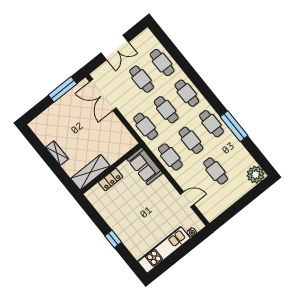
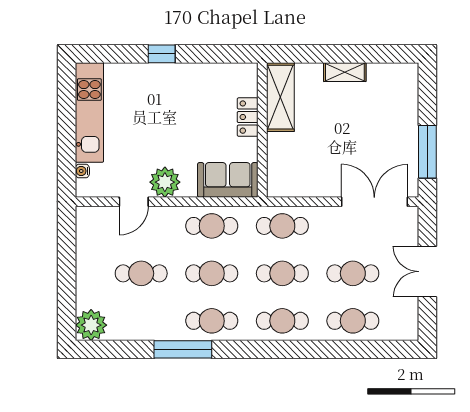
plant: (168, 193) -> (165, 182), added

